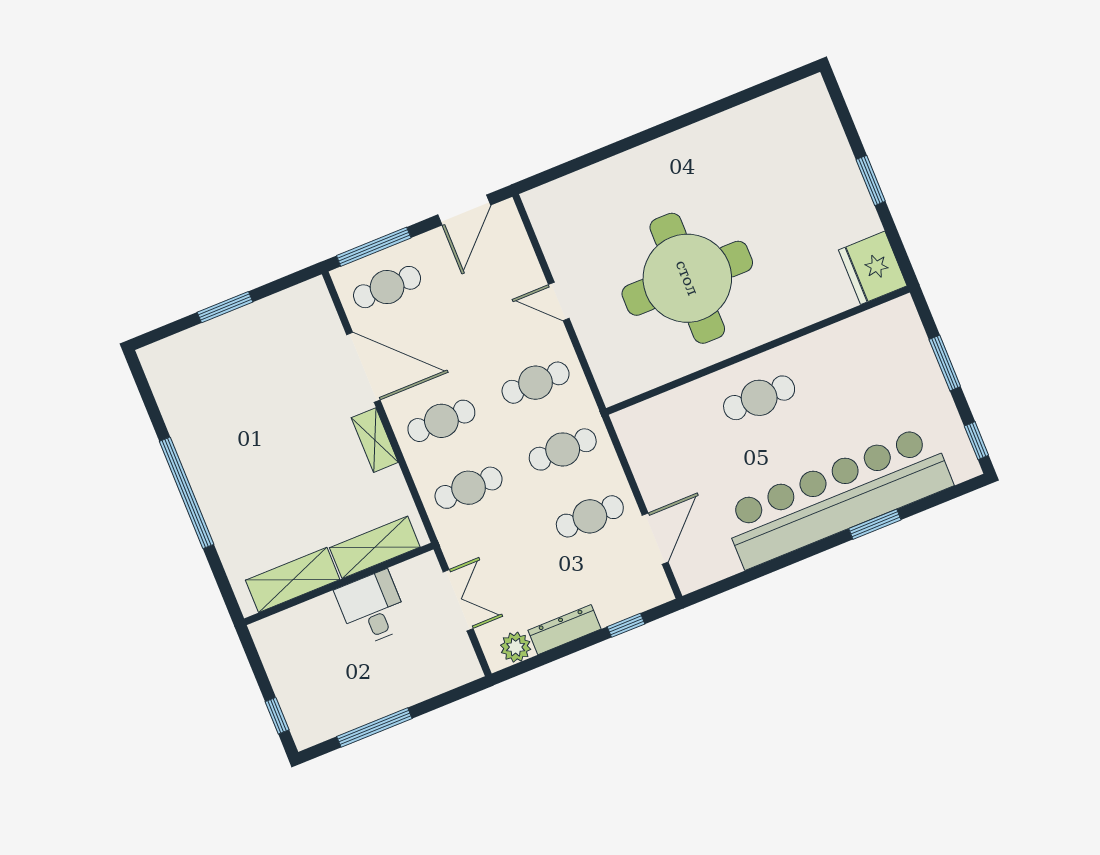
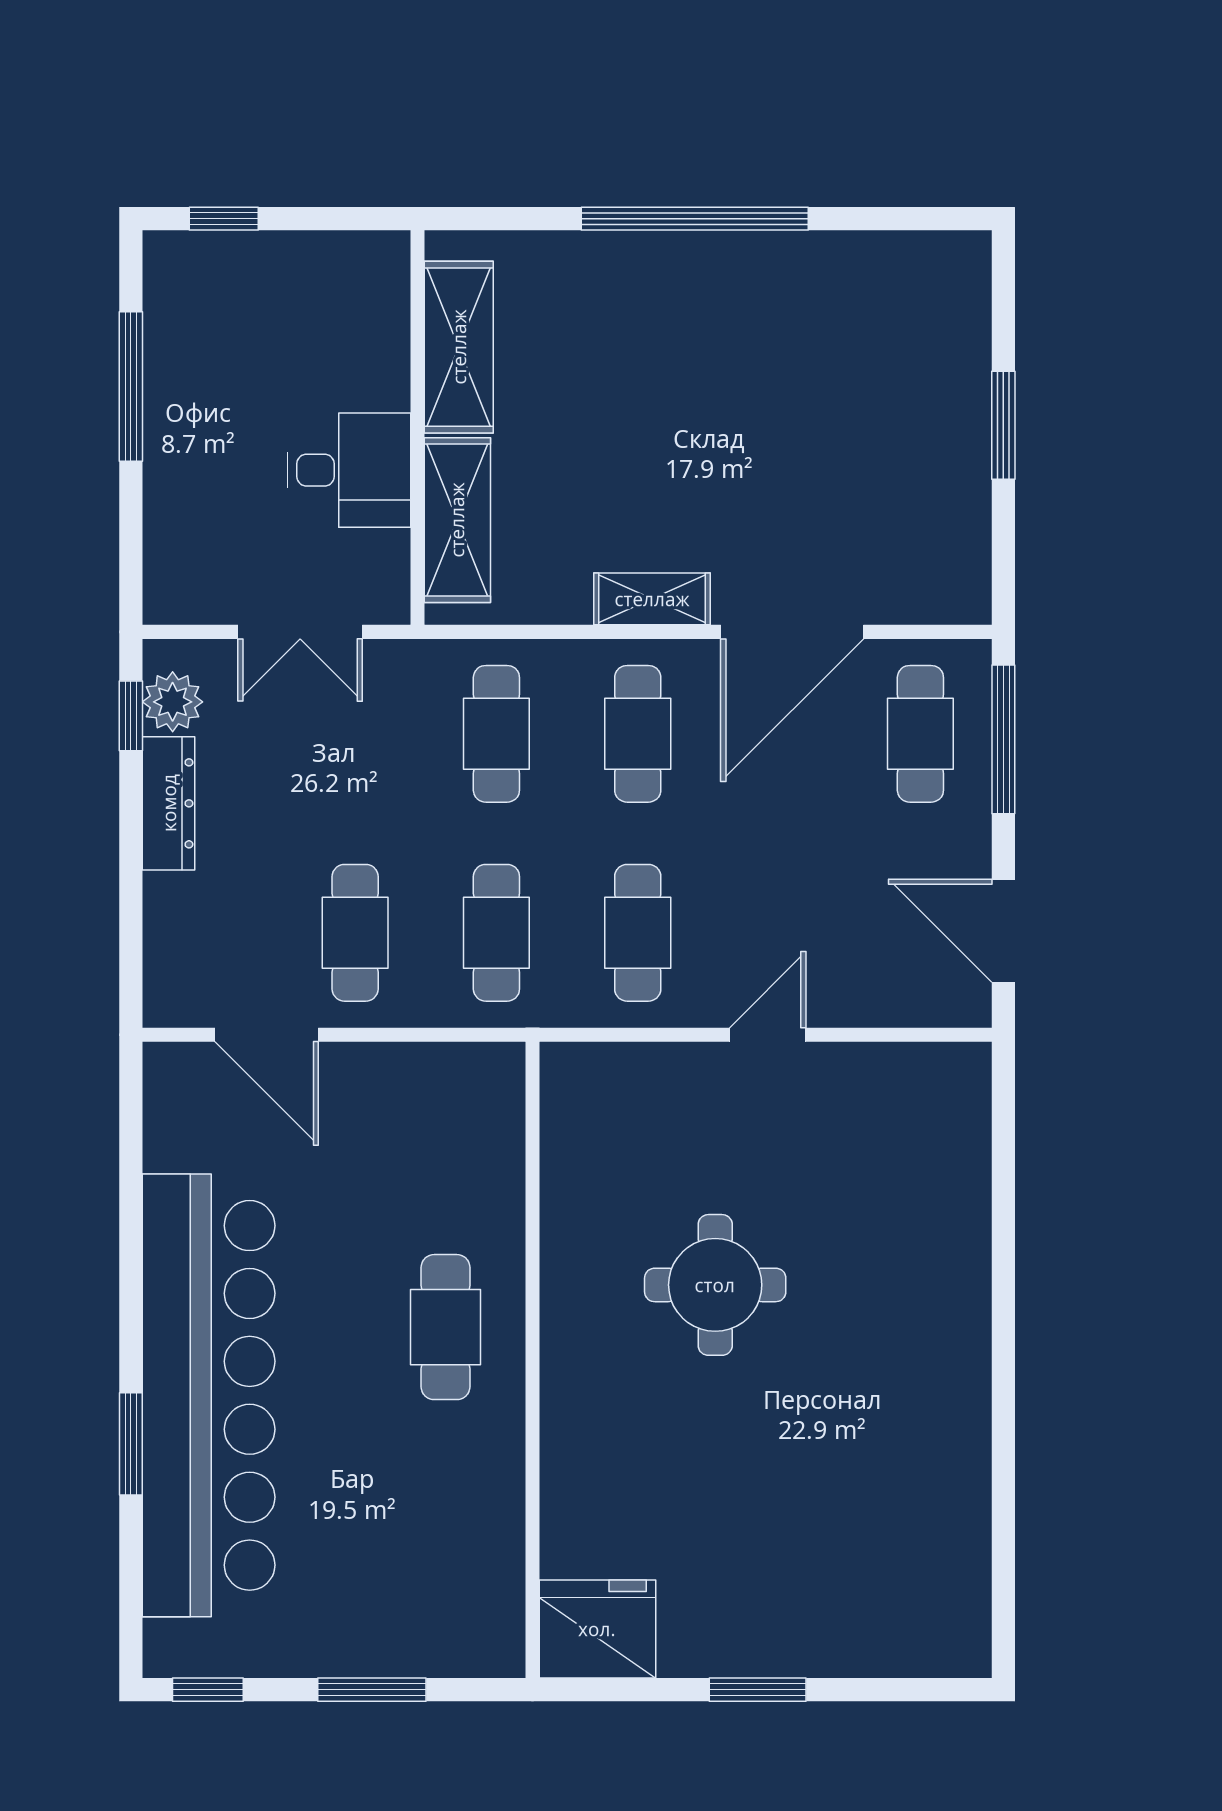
round table: (687, 278) -> (715, 1285), width x0.54, depth x0.54
window: (626, 625) -> (131, 716), moved

